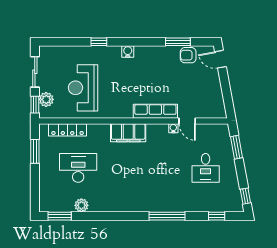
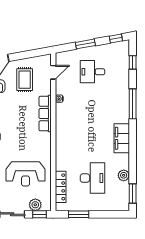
rug: (196, 87) -> (25, 80), added
door: (187, 121) -> (53, 72), moved
filing cabinet: (128, 133) -> (122, 138), moved, turned 180
window: (237, 147) -> (85, 44), moved
desk: (78, 168) -> (92, 178), turned 180
desk: (206, 168) -> (92, 72), turned 180

